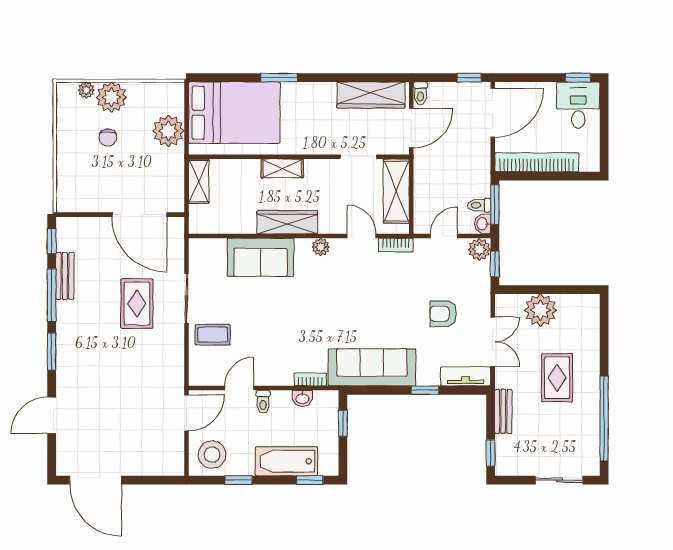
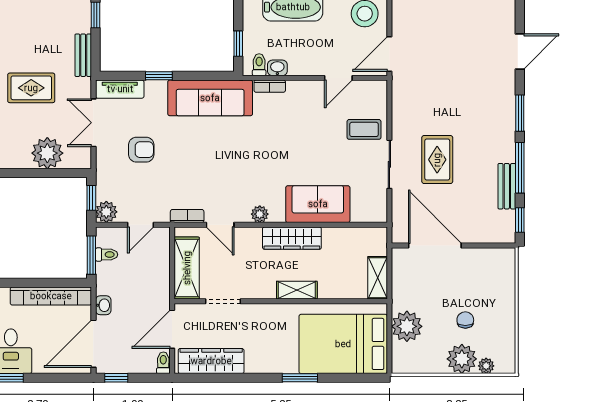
washbasin: (483, 224) -> (103, 305), moved
rug: (557, 378) -> (31, 88), turned 90
toilet: (263, 402) -> (259, 65), moved

